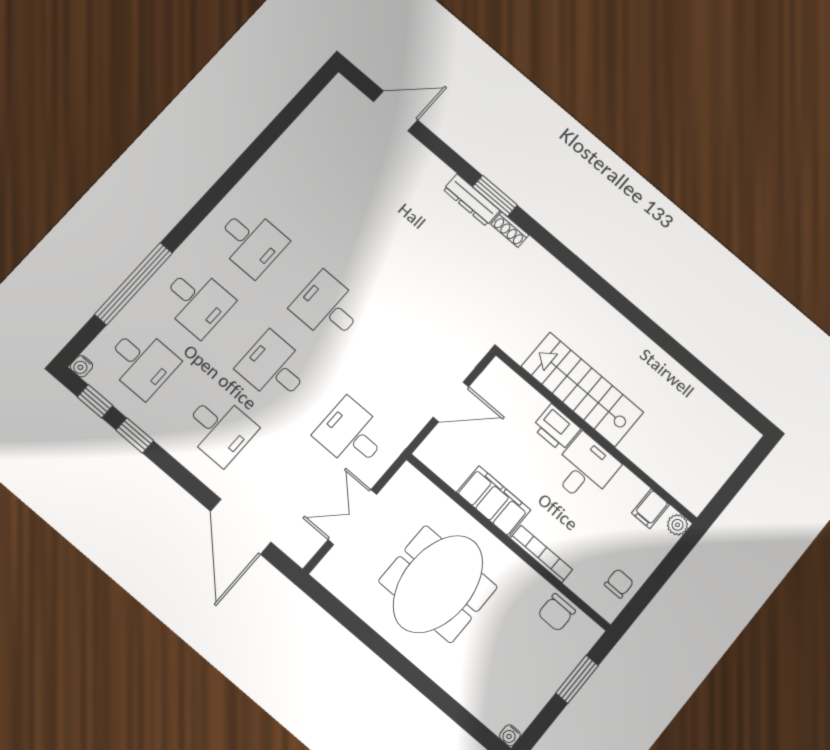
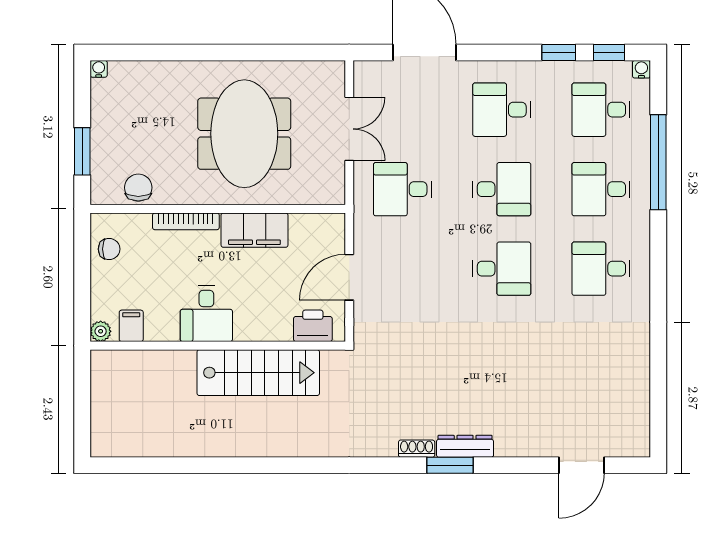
printer: (556, 428) -> (313, 326), moved
desk: (351, 434) -> (402, 189), turned 180
chair: (619, 583) -> (109, 249), turned -90

